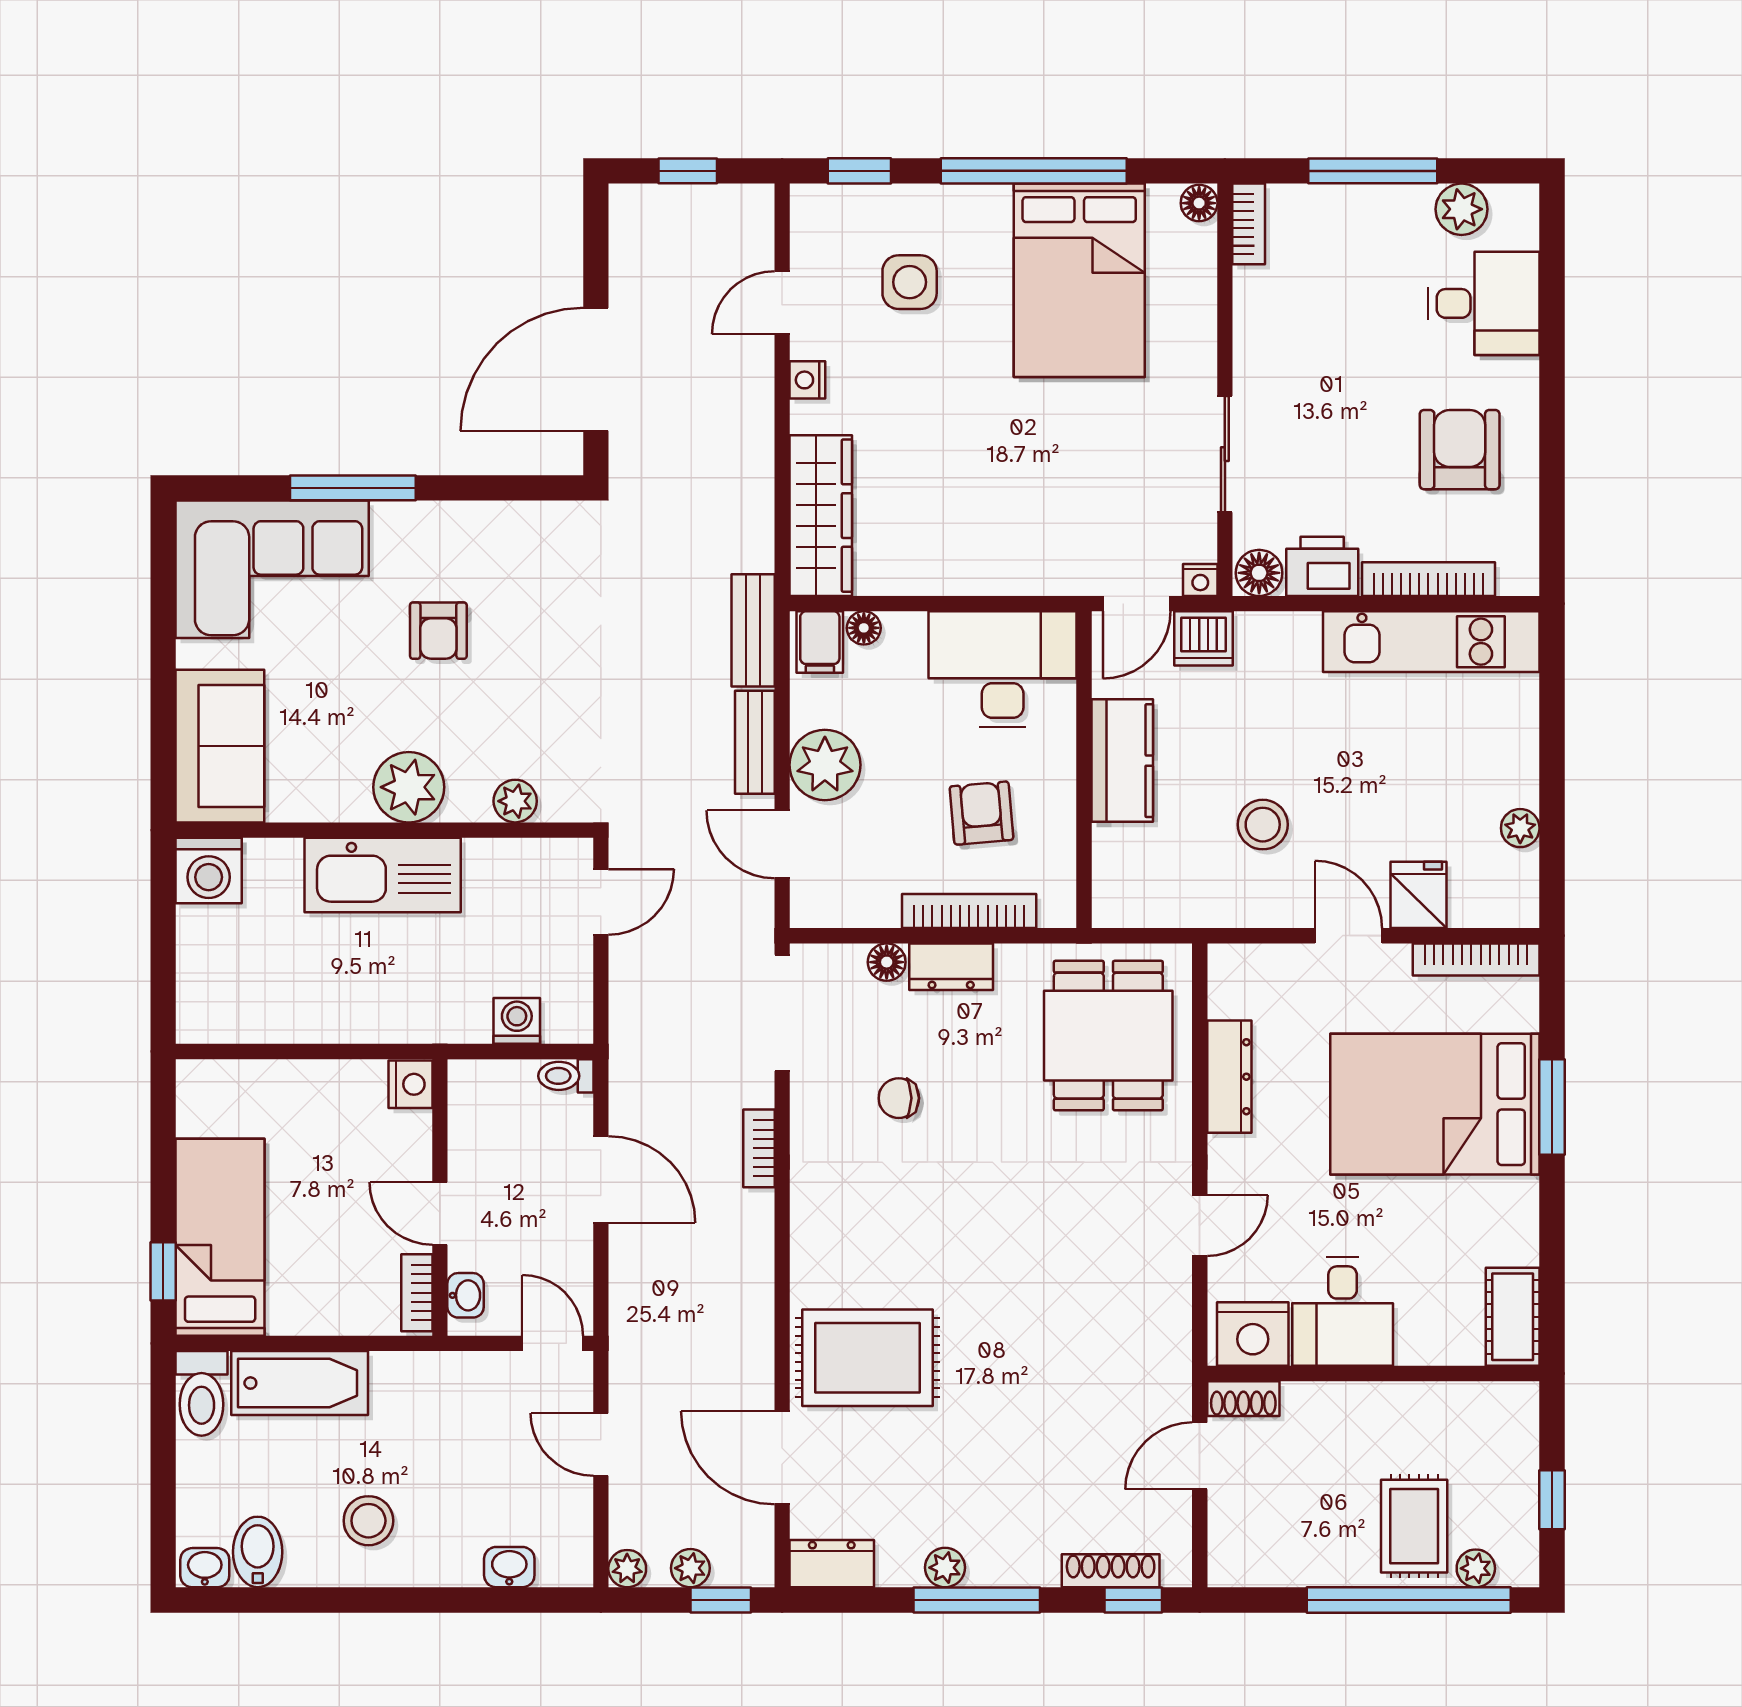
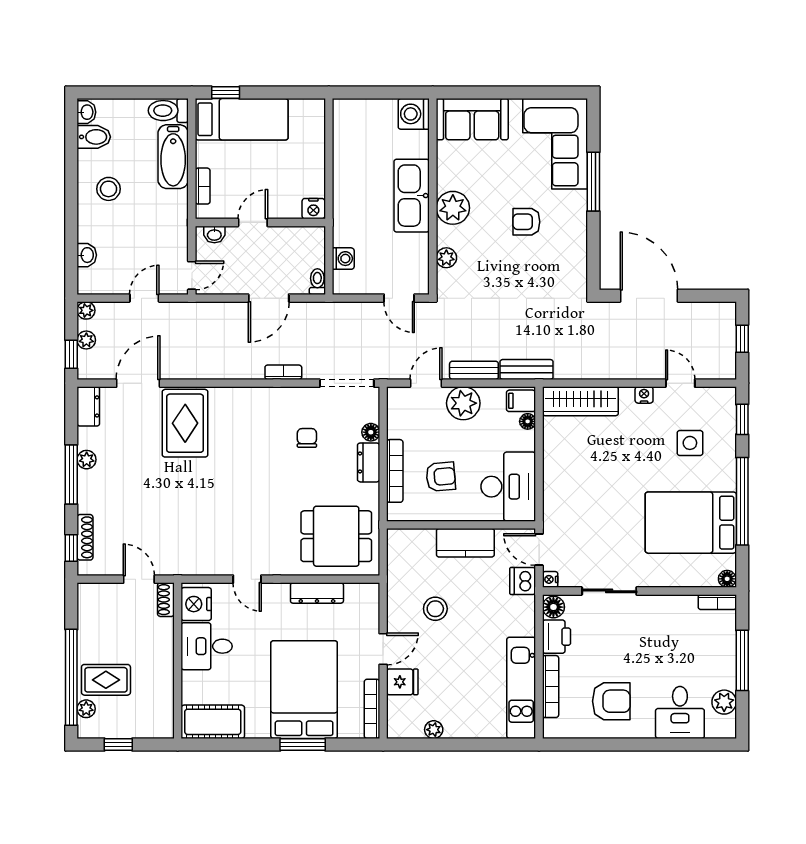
bookcase: (417, 1293) -> (203, 186), moved, turned 90
cot: (1513, 1317) -> (213, 722), width x1.37, depth x1.34

